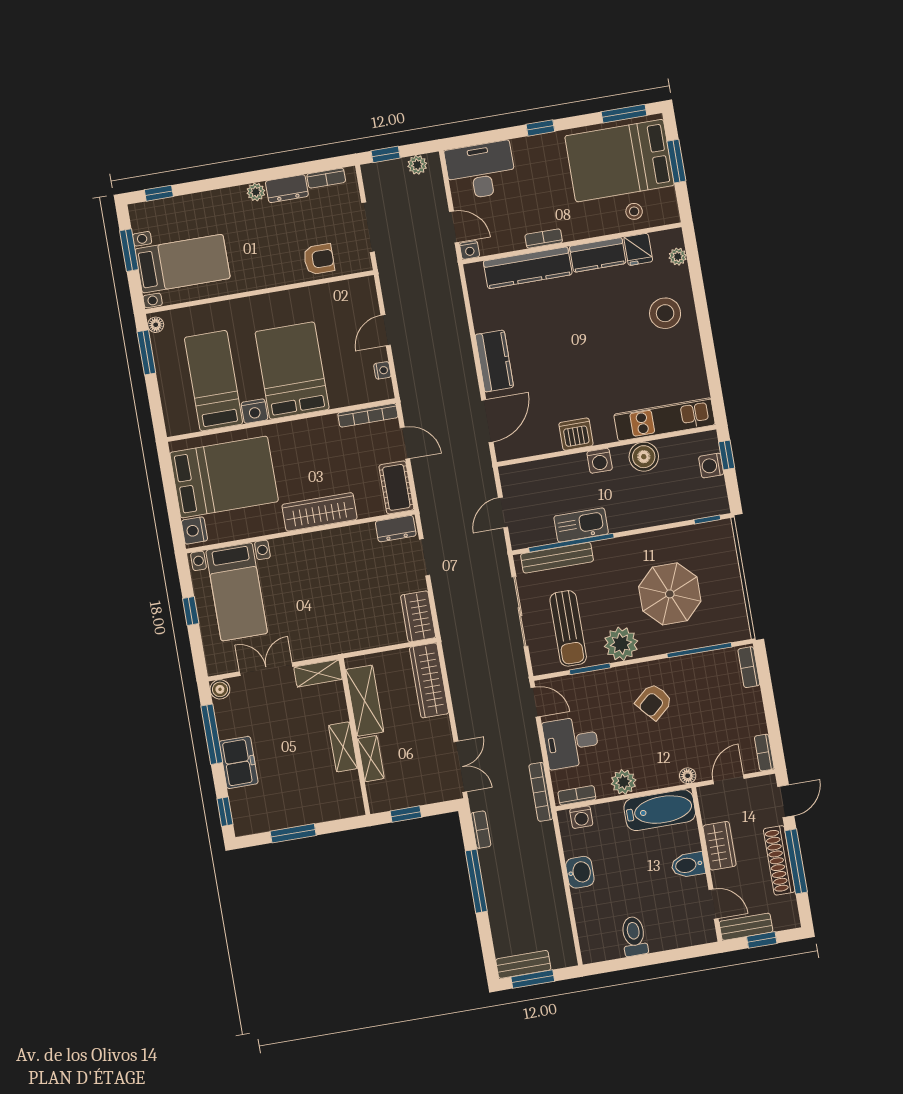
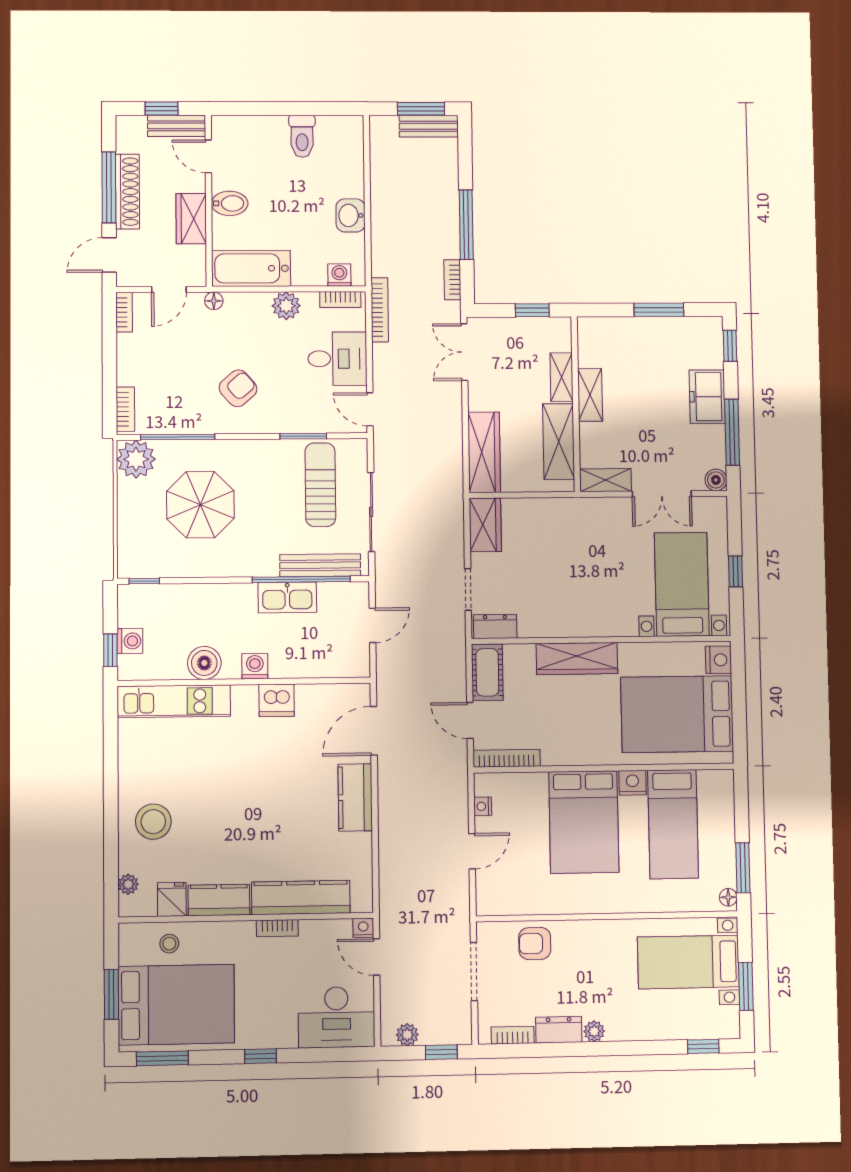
plant: (621, 644) -> (136, 459), moved

